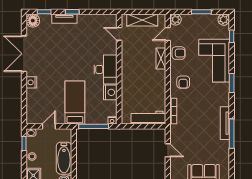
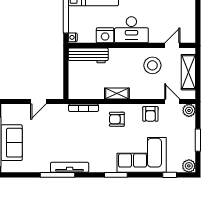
stool: (136, 51) -> (152, 65), added
shelving: (161, 58) -> (117, 94), moved
workbench: (148, 118) -> (88, 55), moved, turned 90

